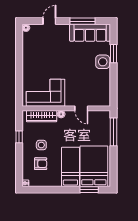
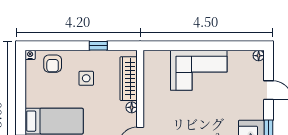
corner sofa: (46, 93) -> (199, 70), moved, turned 90
armchair: (41, 164) -> (53, 64), moved

